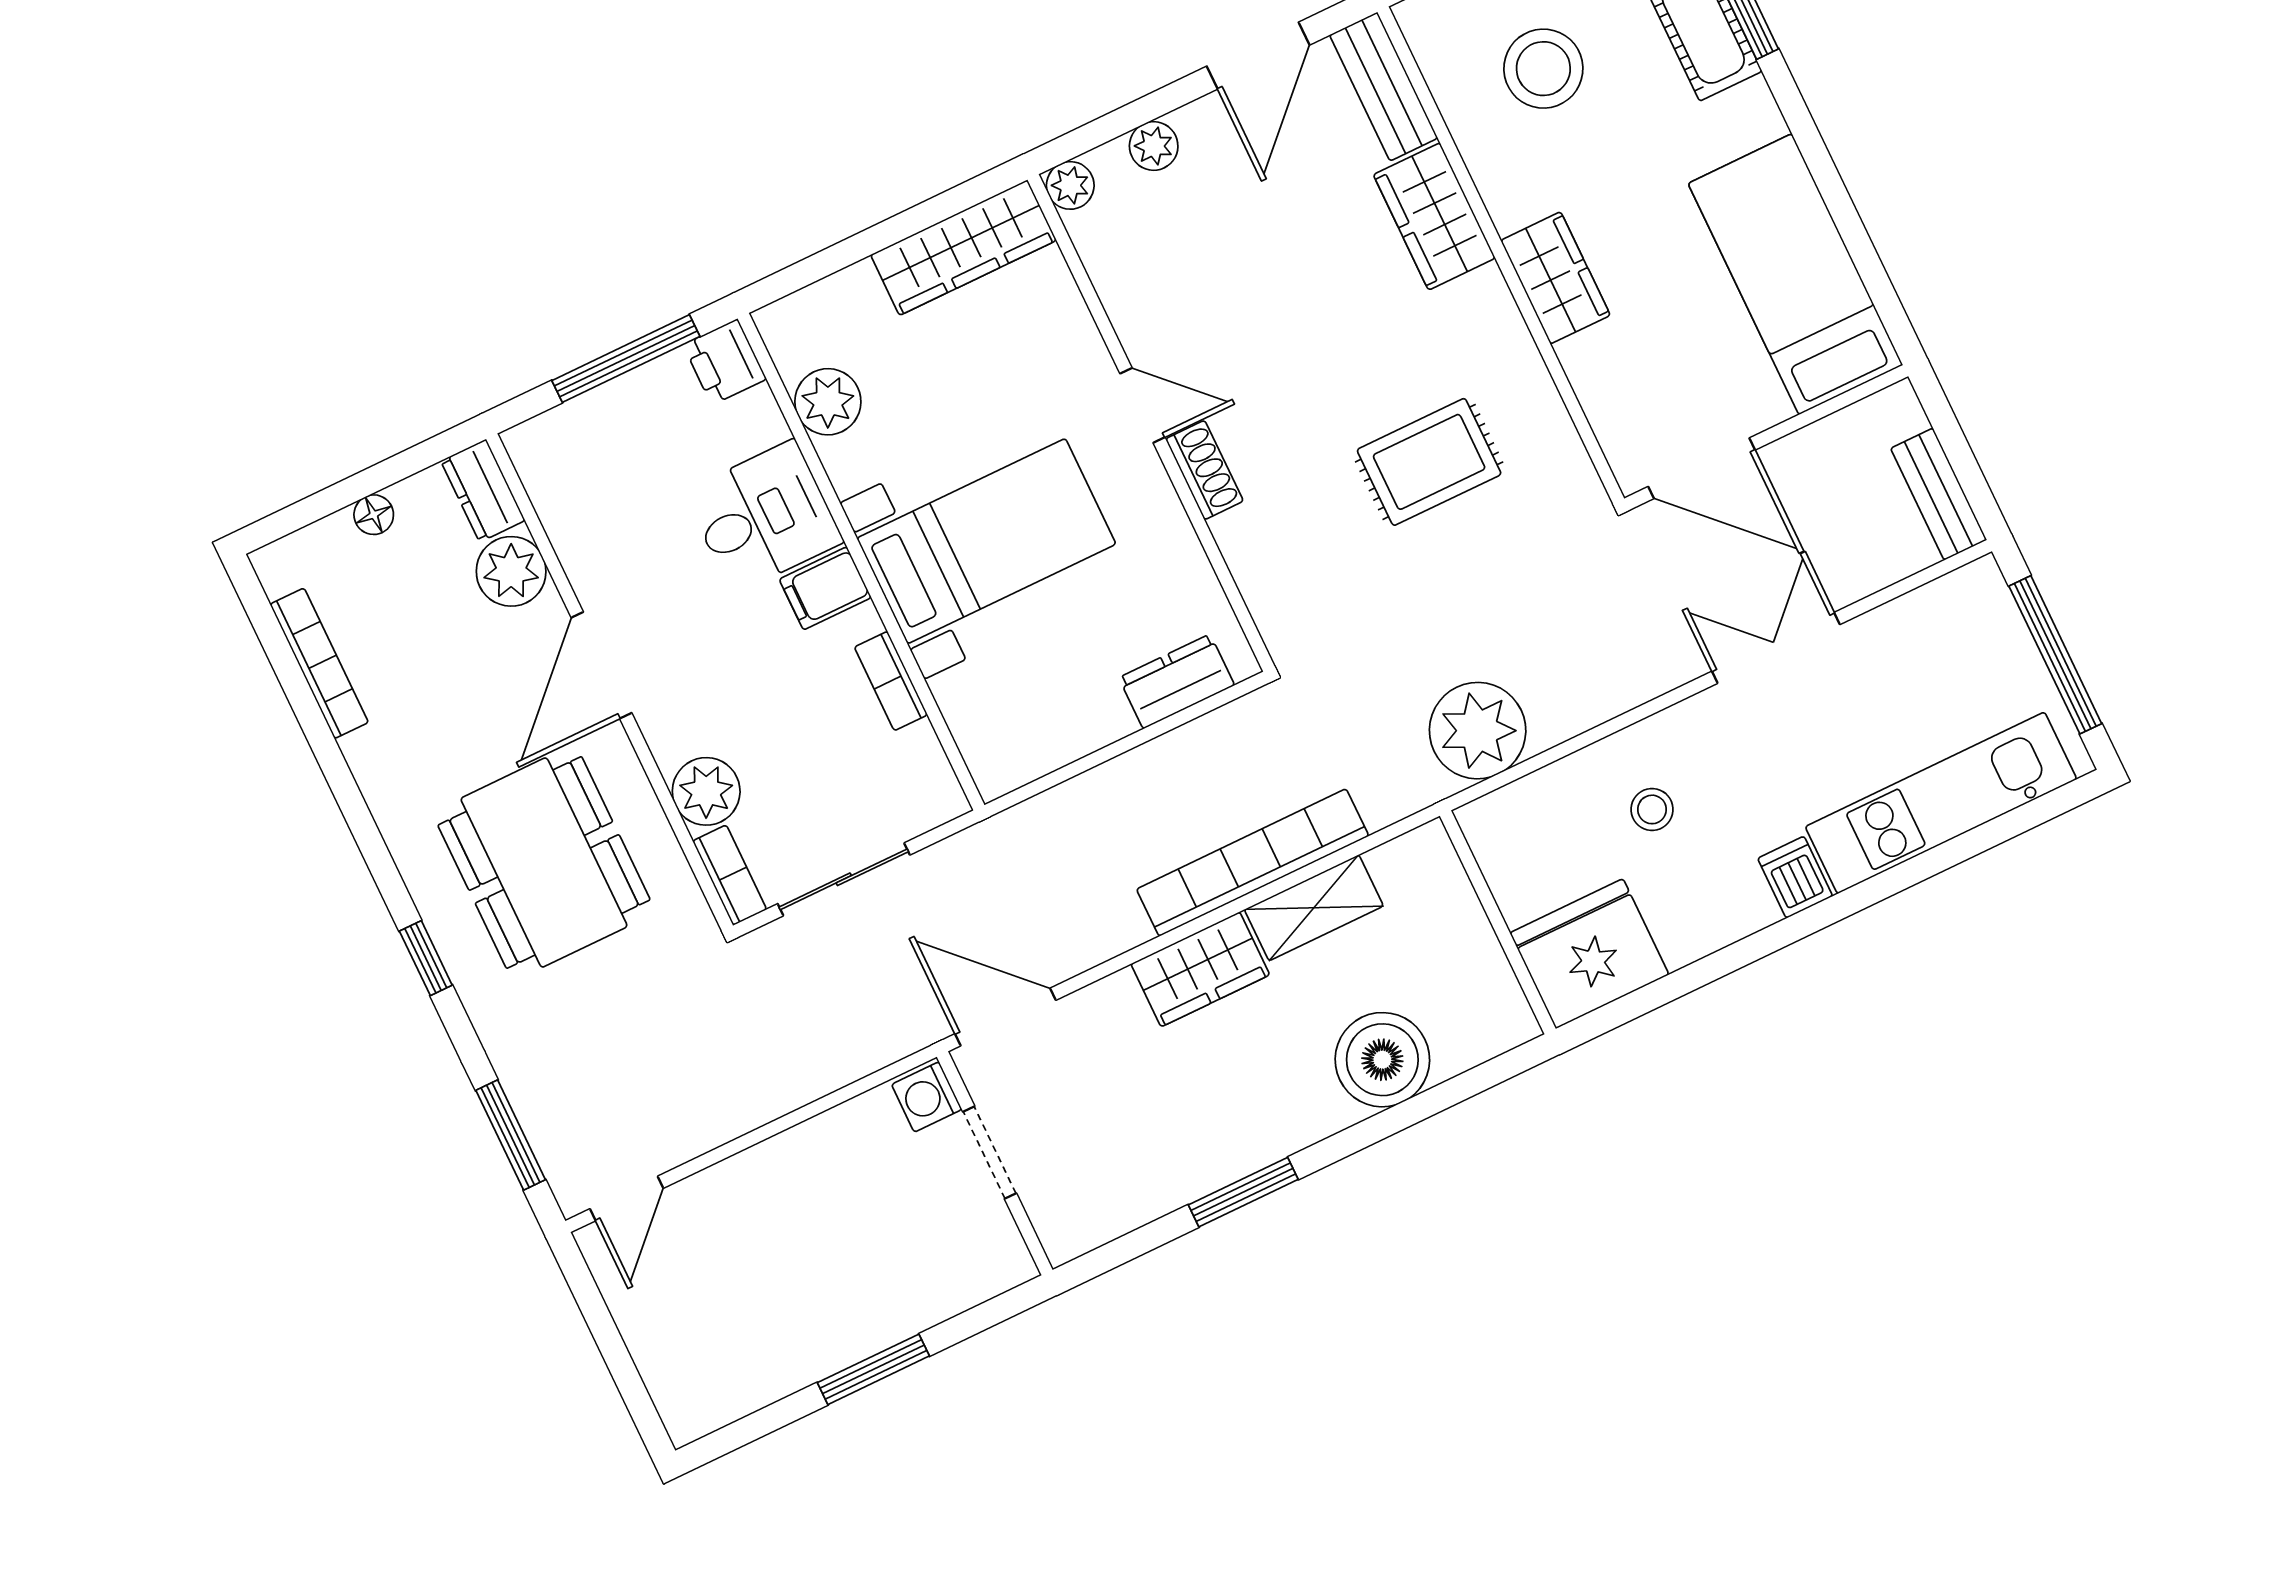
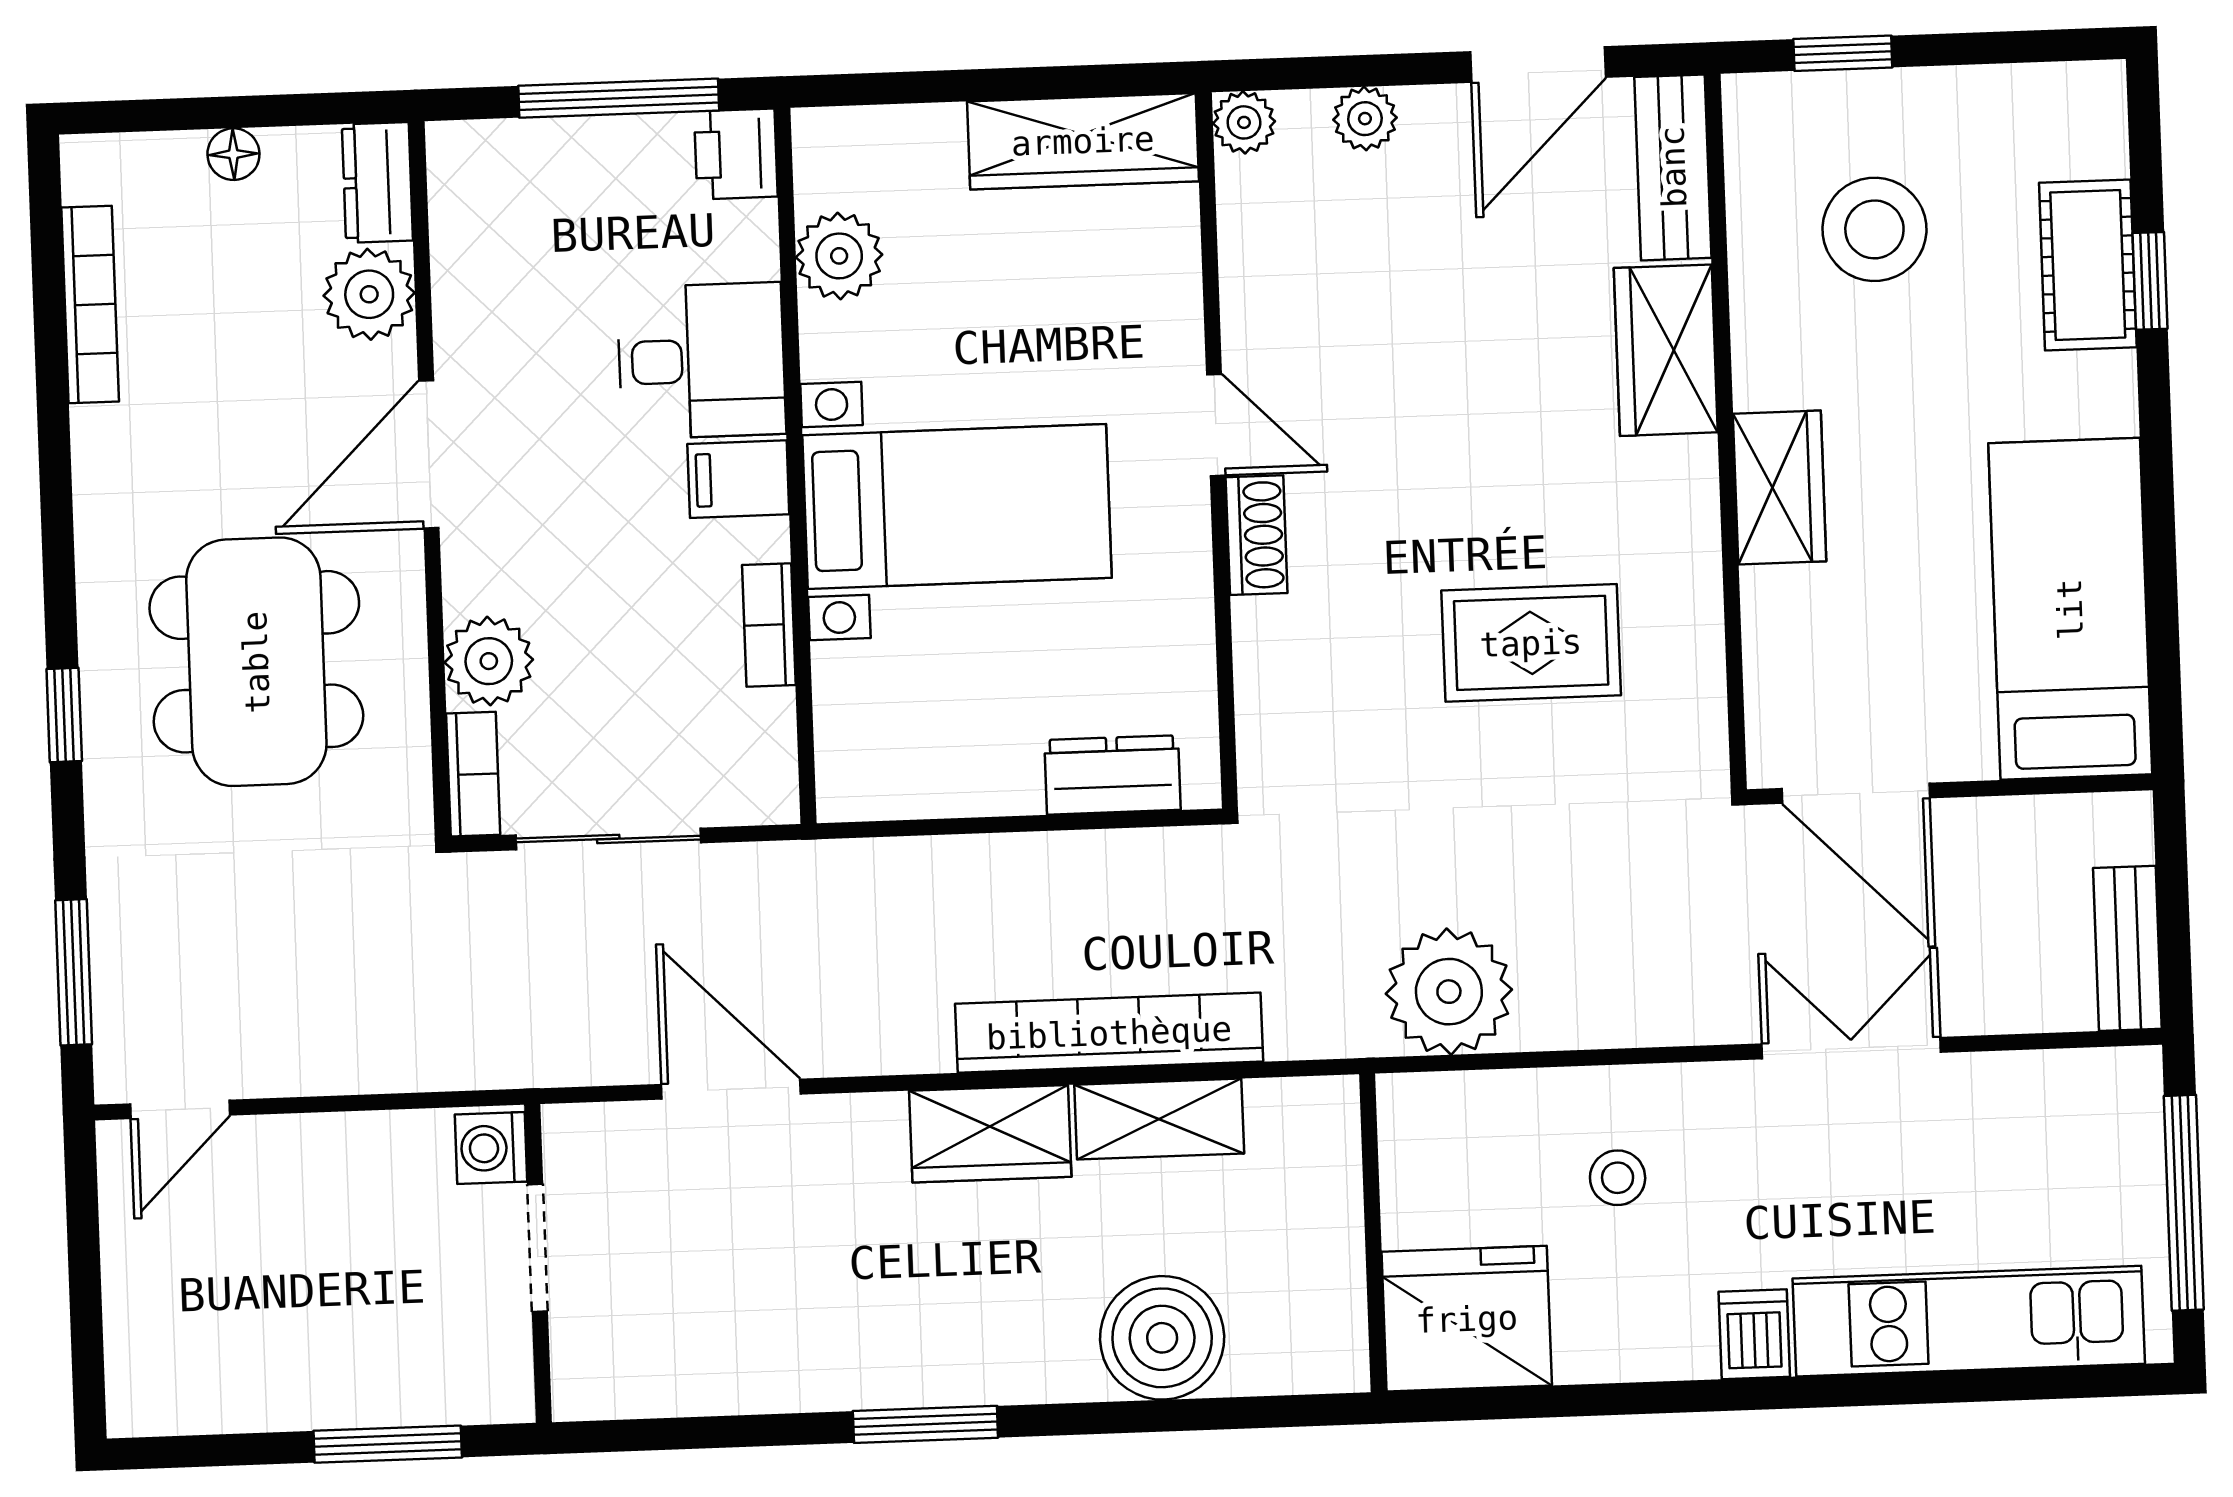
washing machine: (927, 1097) -> (491, 1148), moved
doorway: (990, 1153) -> (537, 1248), moved
wall: (995, 1163) -> (538, 1263), moved

